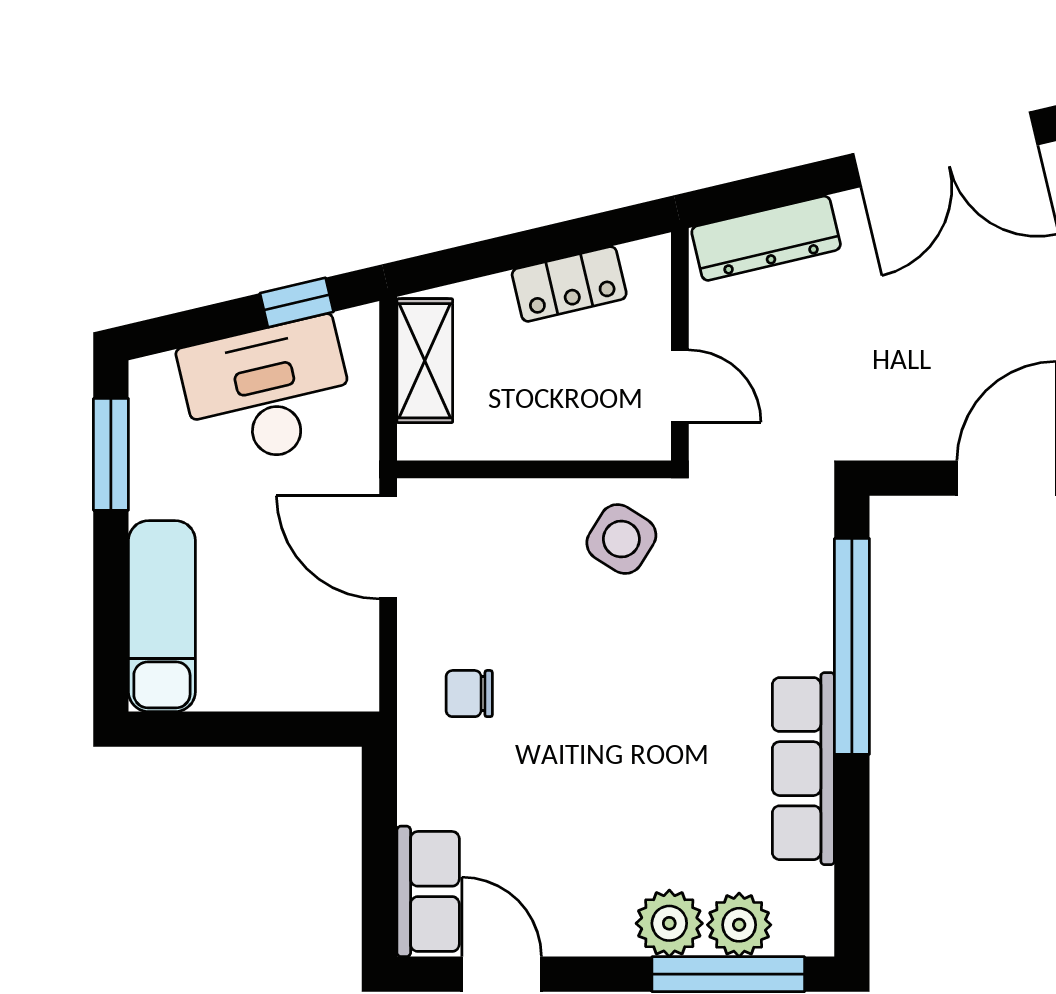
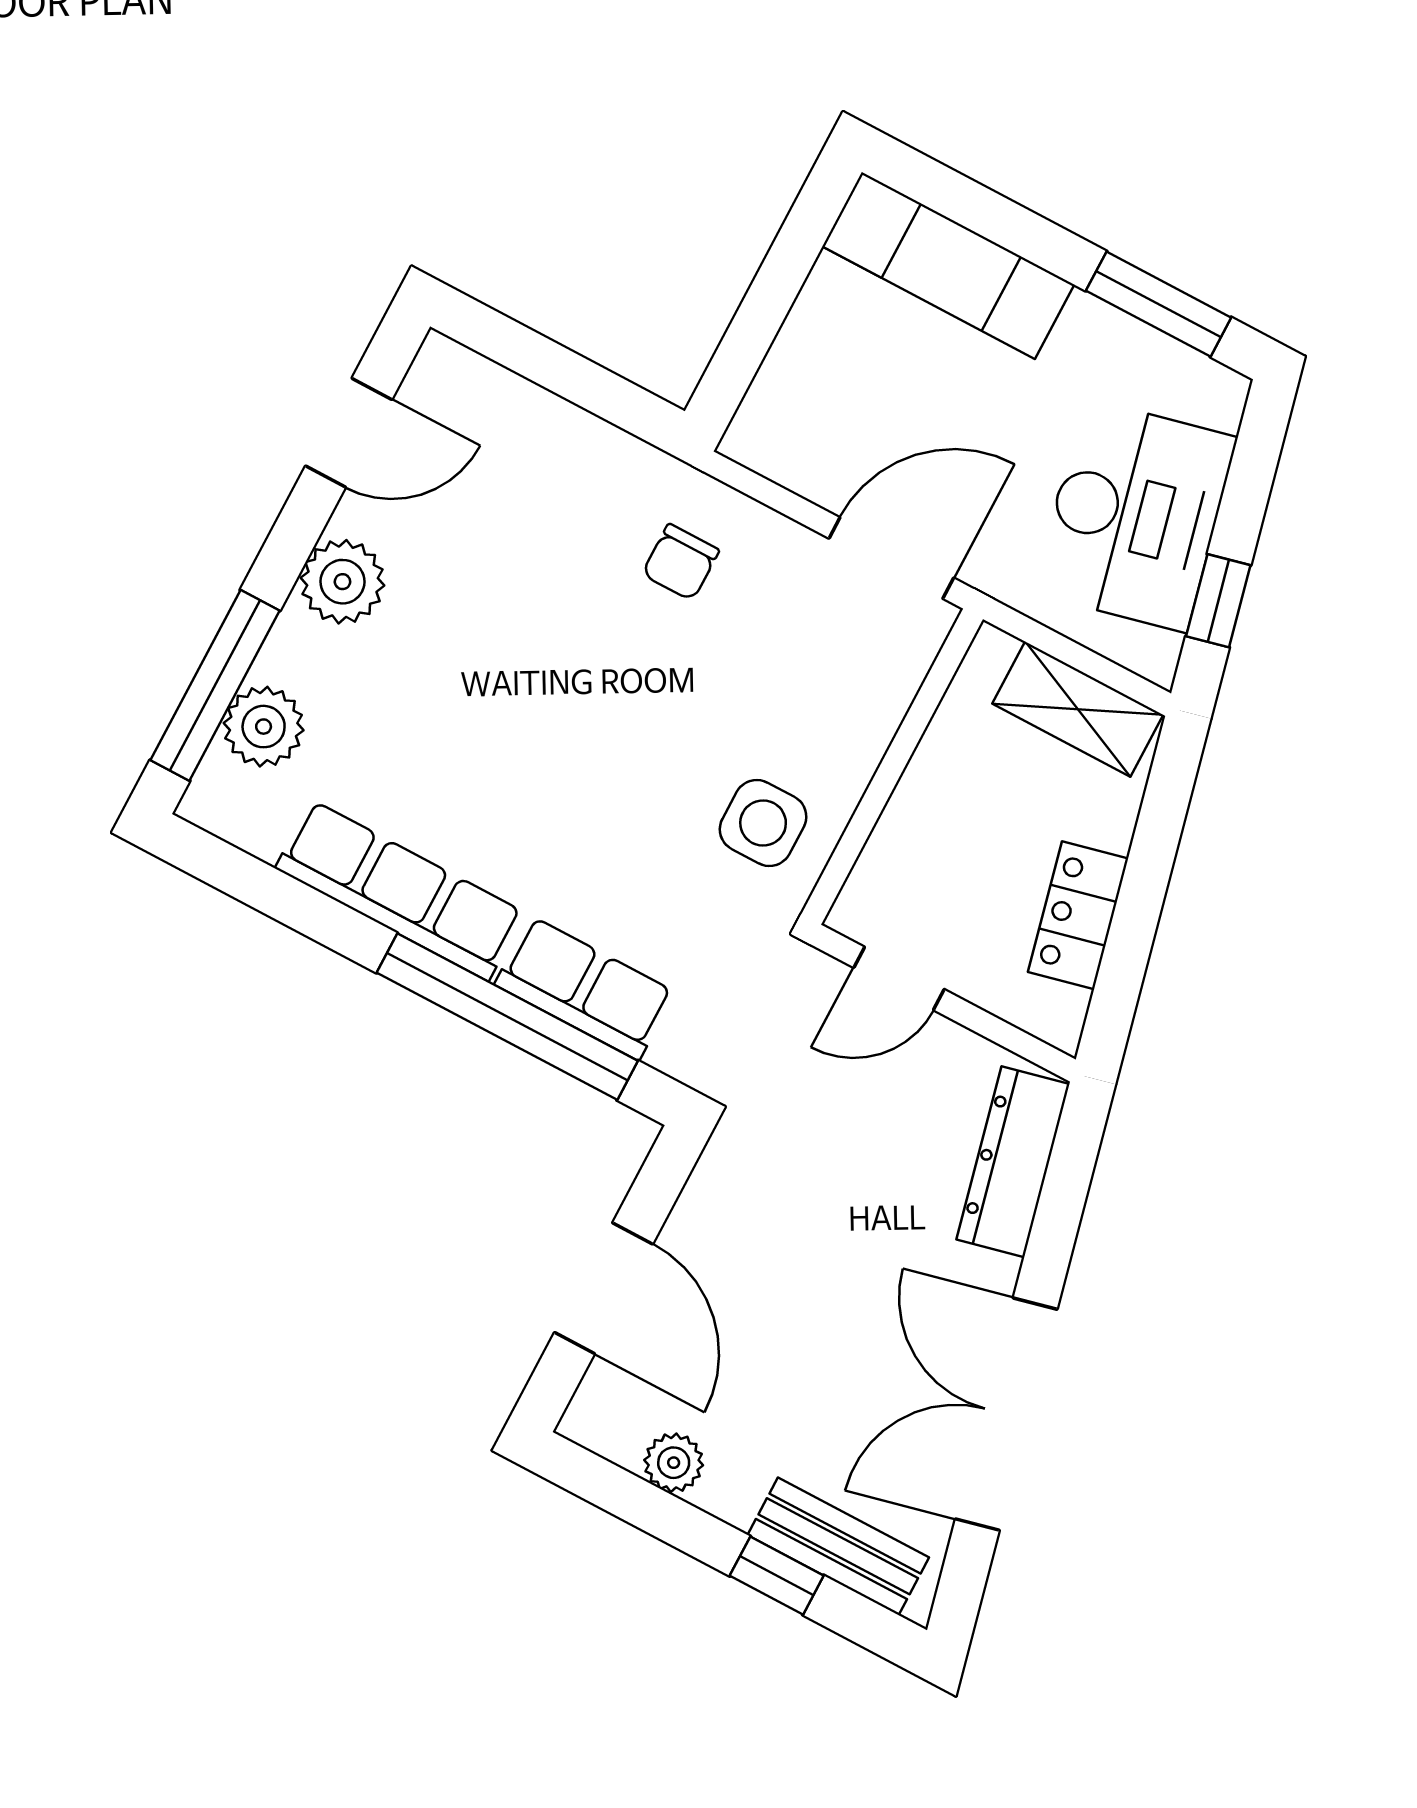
side table: (621, 539) -> (763, 823), turned -32
chair: (469, 694) -> (681, 562), turned 180
row of seats: (428, 891) -> (585, 988), moved, turned 180
plant: (669, 923) -> (342, 582), moved

